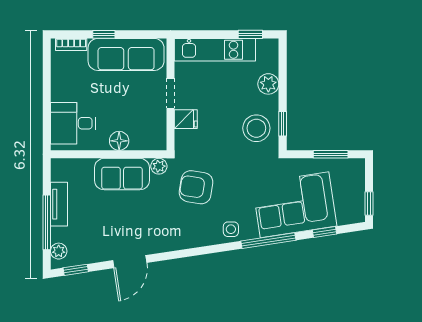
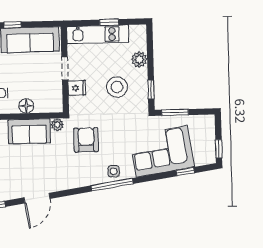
window: (250, 34) -> (109, 22), moved
stool: (256, 128) -> (117, 87), moved
window: (331, 154) -> (175, 112), moved
armchair: (196, 187) -> (86, 140), turned 81
window: (268, 241) -> (112, 185), moved

